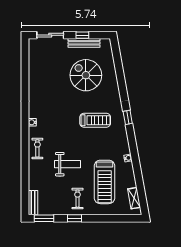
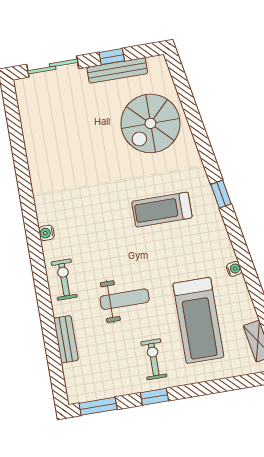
spiral stairs: (86, 75) -> (150, 123), moved, turned -90
treadmill: (95, 120) -> (162, 210), turned 180
bench: (33, 203) -> (66, 339), moved

